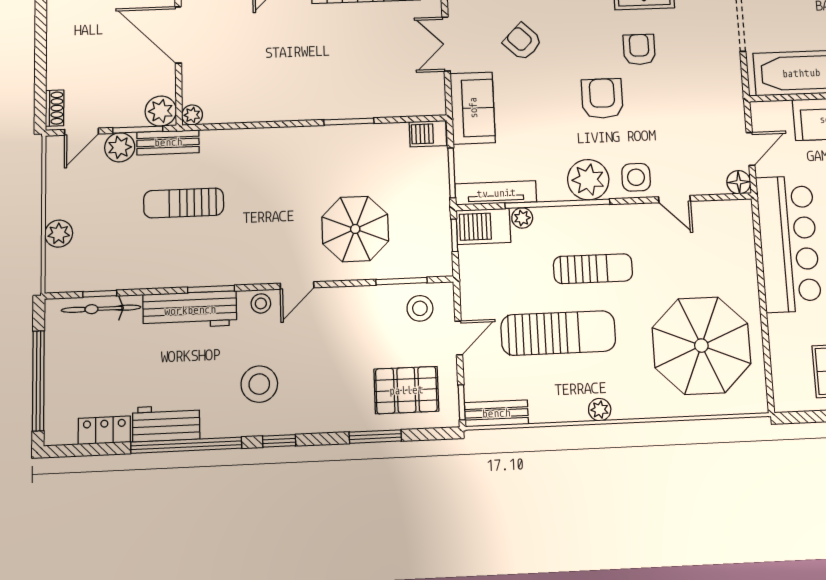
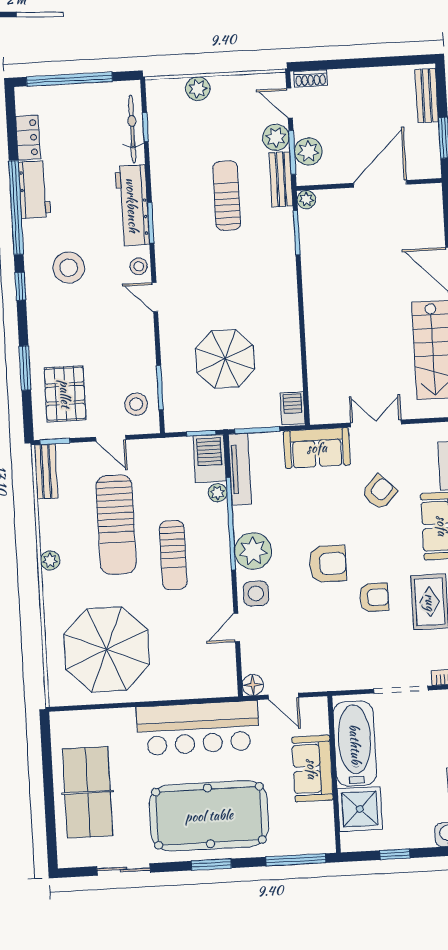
plant: (161, 111) -> (308, 151), moved
window: (349, 122) -> (297, 233), moved
parasol: (355, 229) -> (225, 359), moved

